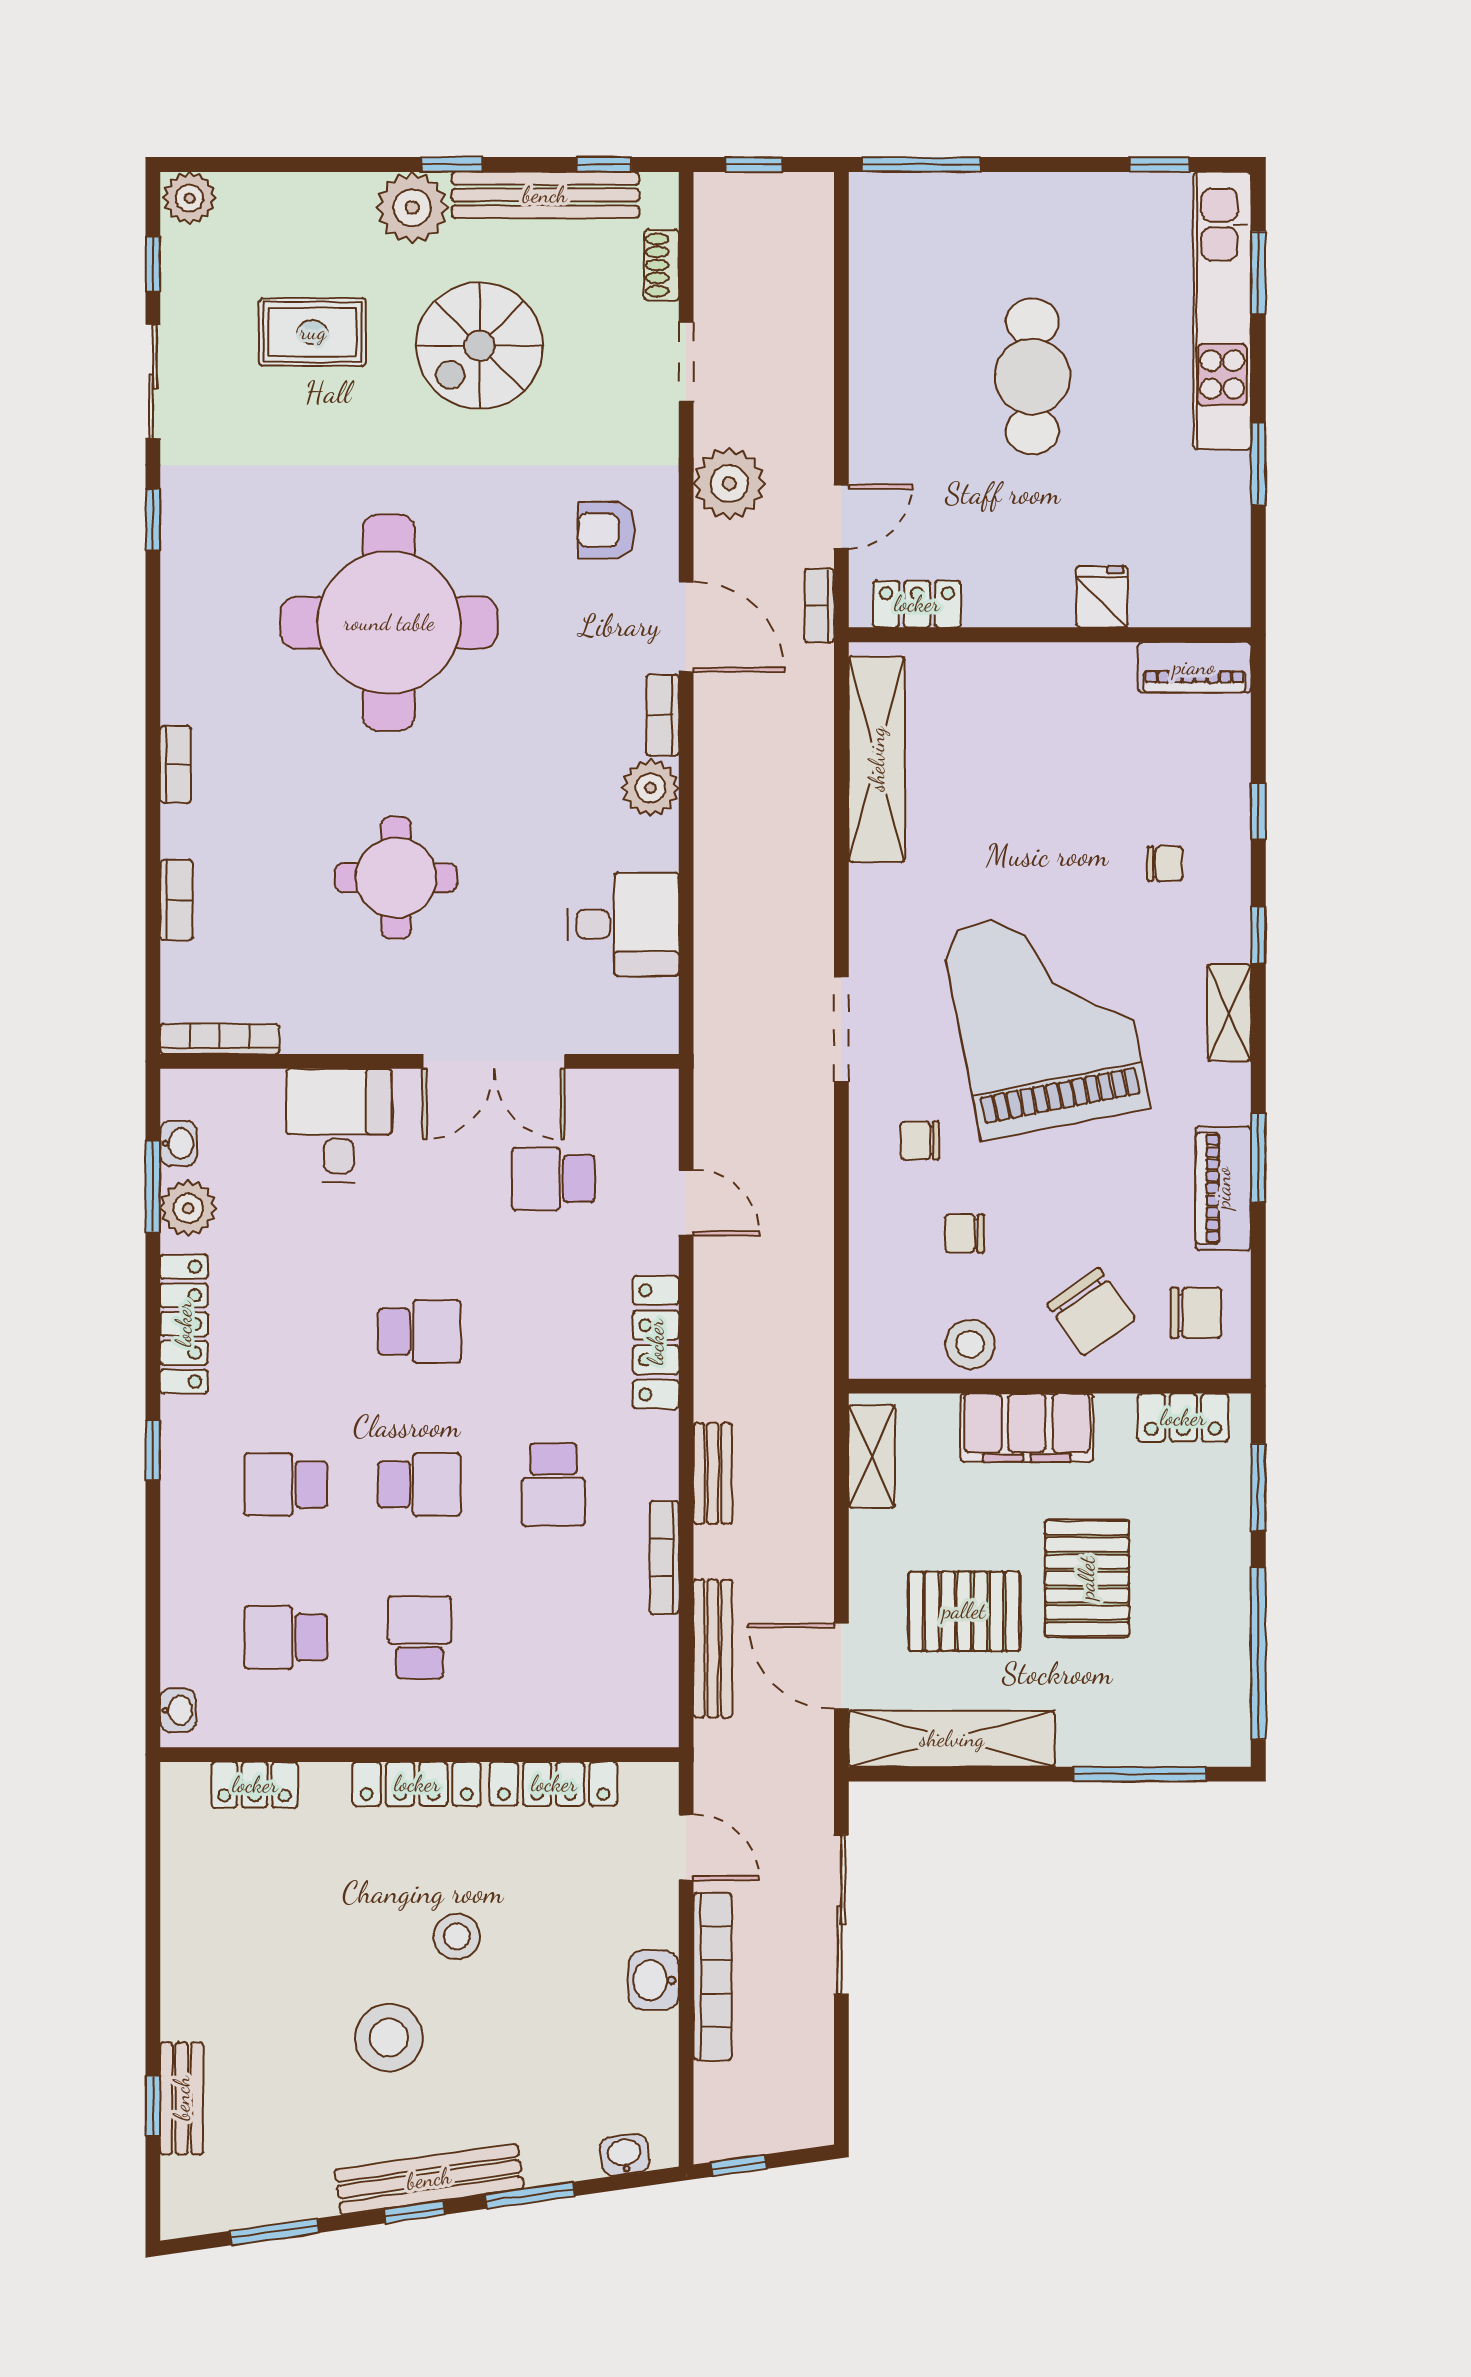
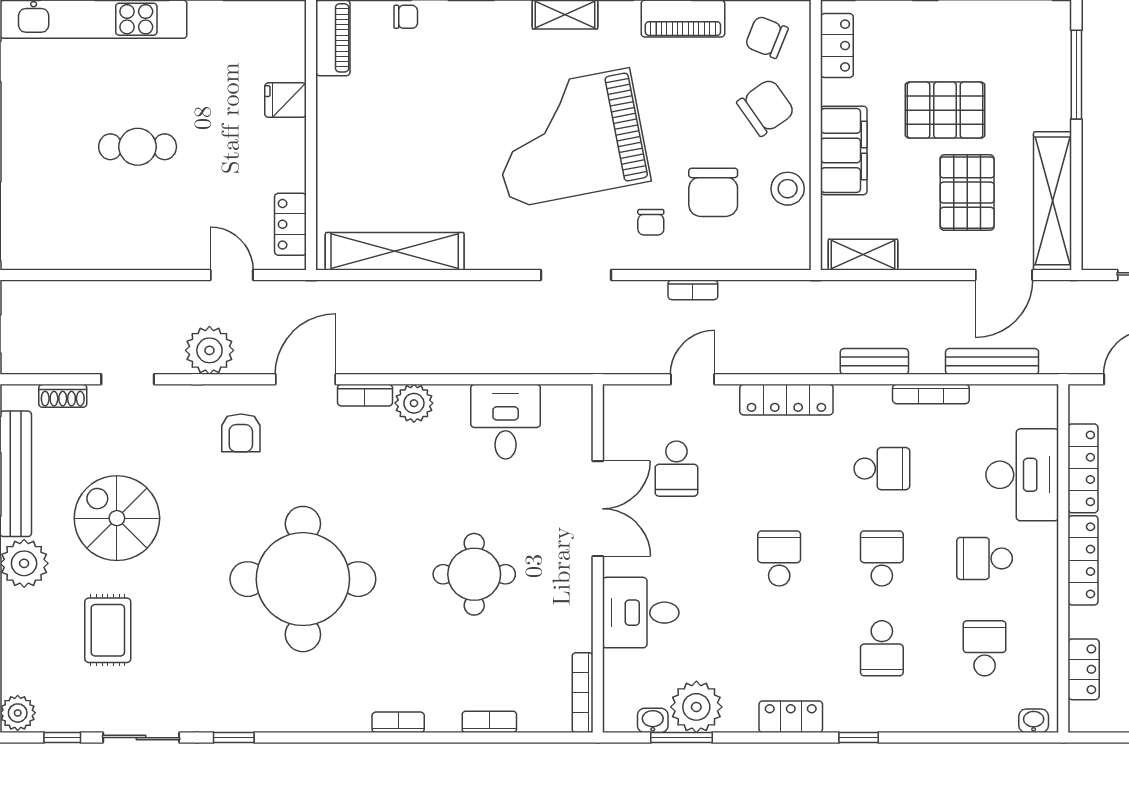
spiral stairs: (480, 346) -> (117, 518), turned 180
cafe table: (1032, 376) -> (138, 147), width x0.73, depth x0.74
bookcase: (819, 606) -> (693, 290), moved
chair: (1165, 864) -> (406, 17), moved, turned 90
plant: (188, 1208) -> (696, 707), width x1.36, depth x1.36
chair: (965, 1233) -> (713, 192), width x1.87, depth x1.87
chair: (1196, 1313) -> (767, 37), turned -68
locker: (184, 1324) -> (791, 717), width x0.66
school desk: (286, 1637) -> (985, 648), turned 180
desk: (544, 1693) -> (1022, 475), added

